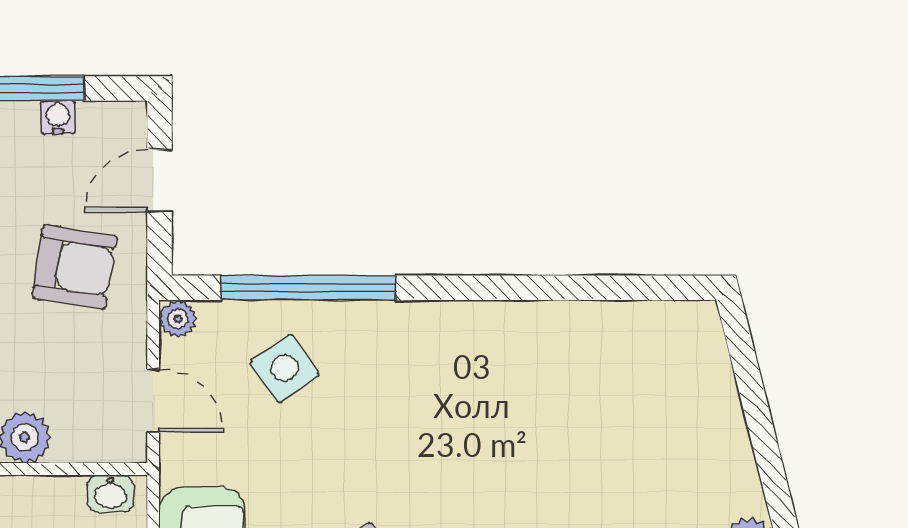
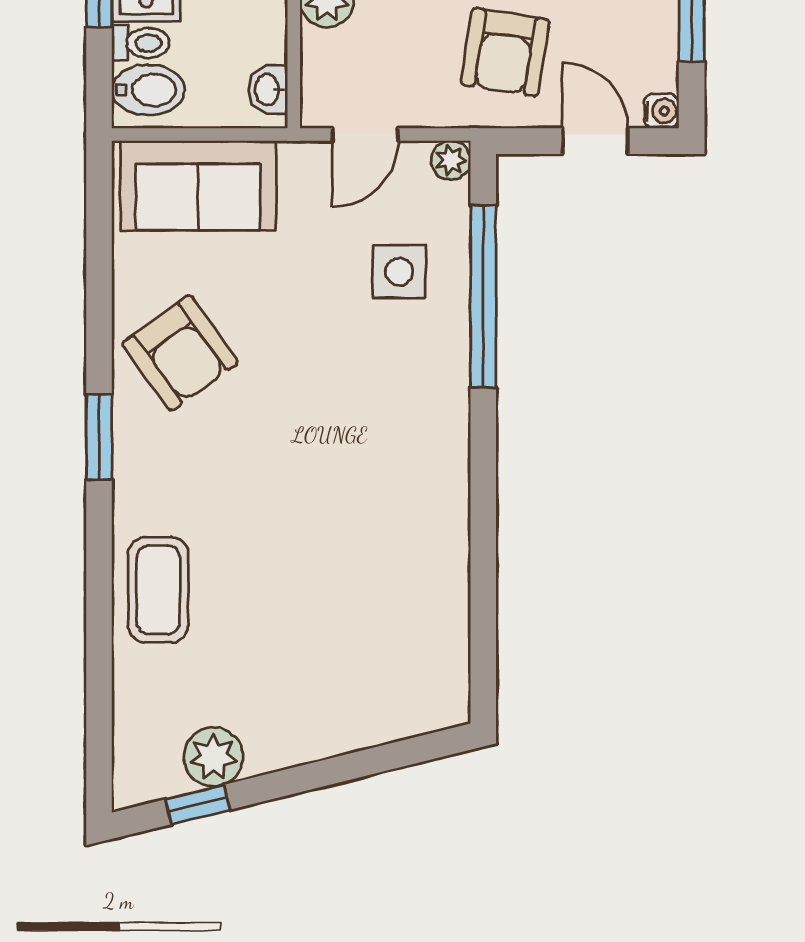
water cooler: (58, 117) -> (661, 111), moved
side table: (284, 368) -> (399, 272), turned 35

